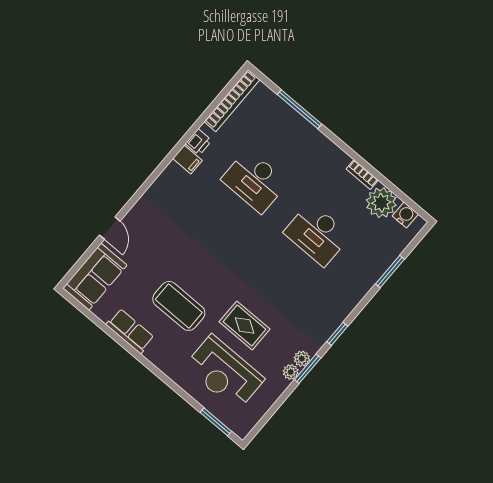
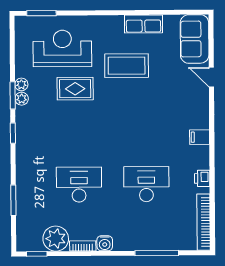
filing cabinet: (187, 159) -> (200, 137), moved
window: (411, 204) -> (37, 254), added
water cooler: (405, 215) -> (105, 243), moved

